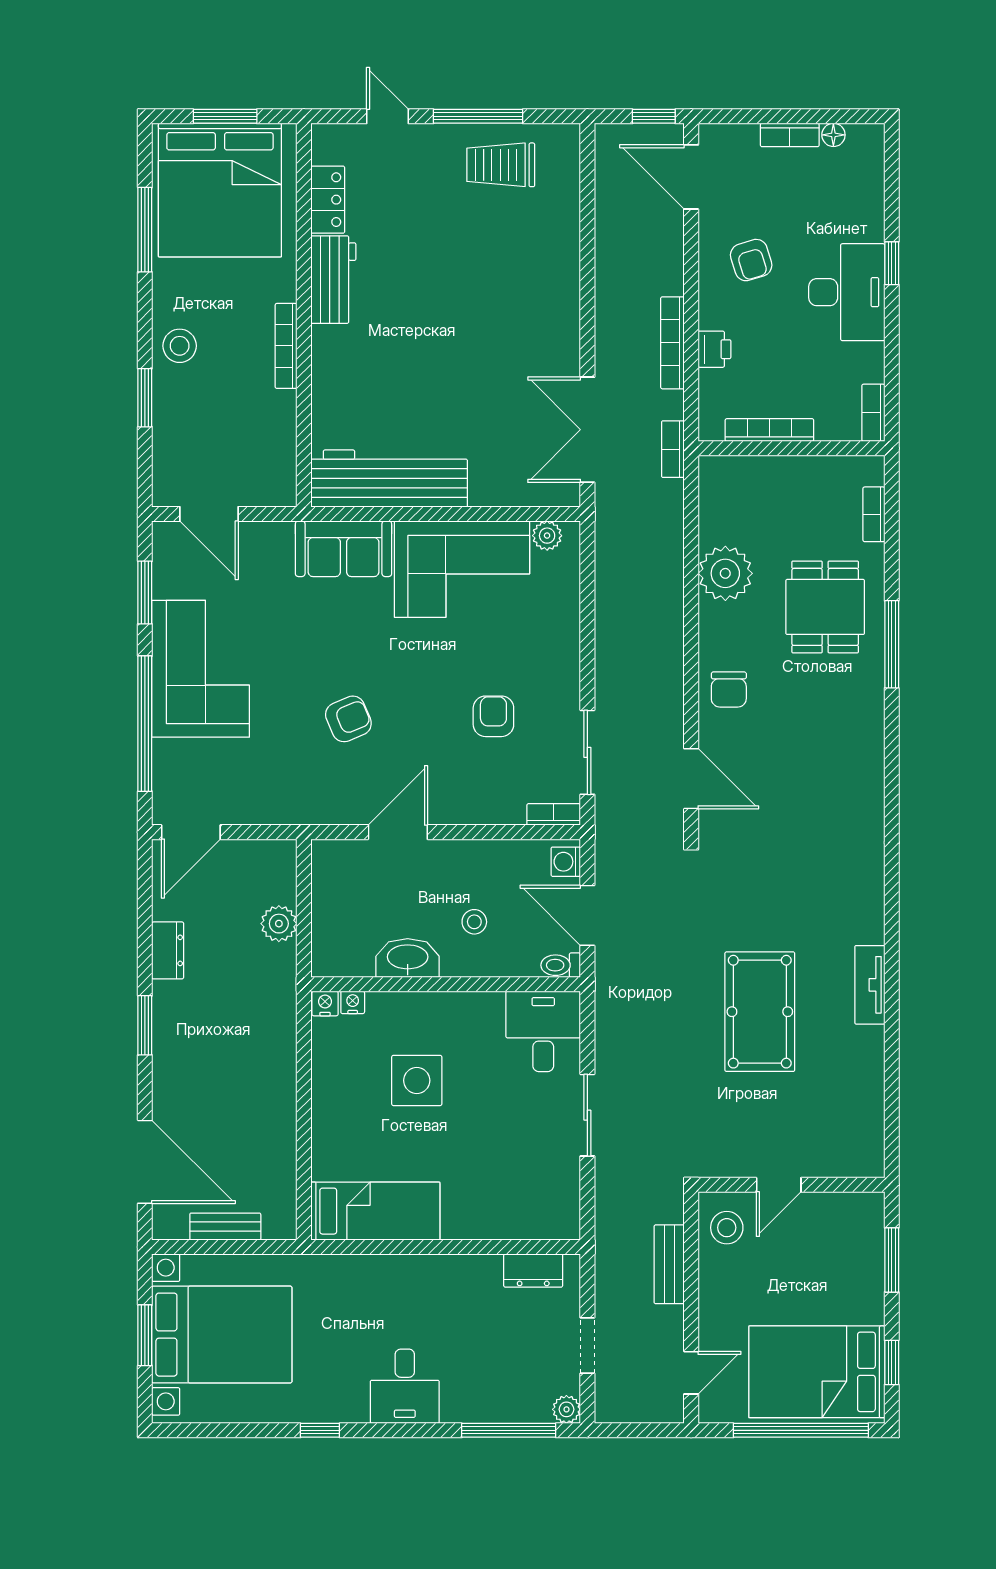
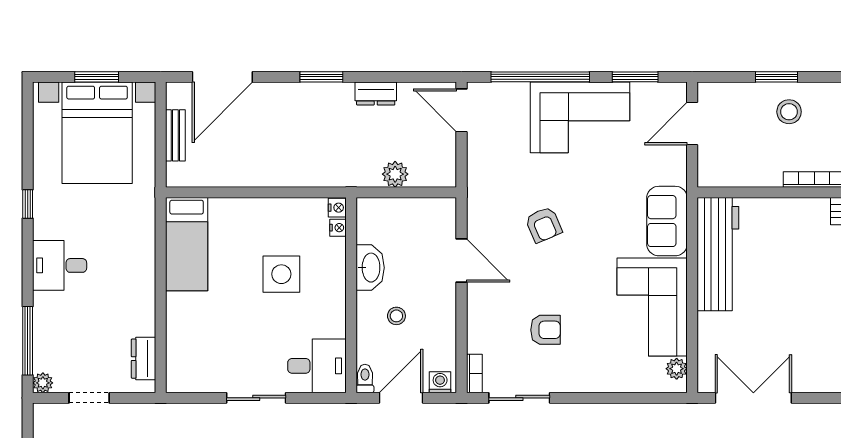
stool: (180, 346) -> (789, 112), moved

